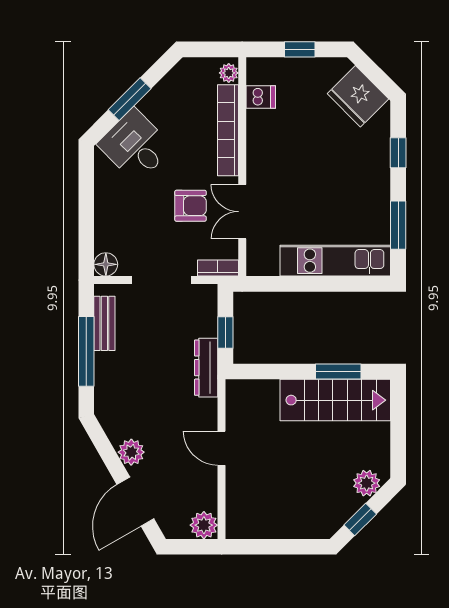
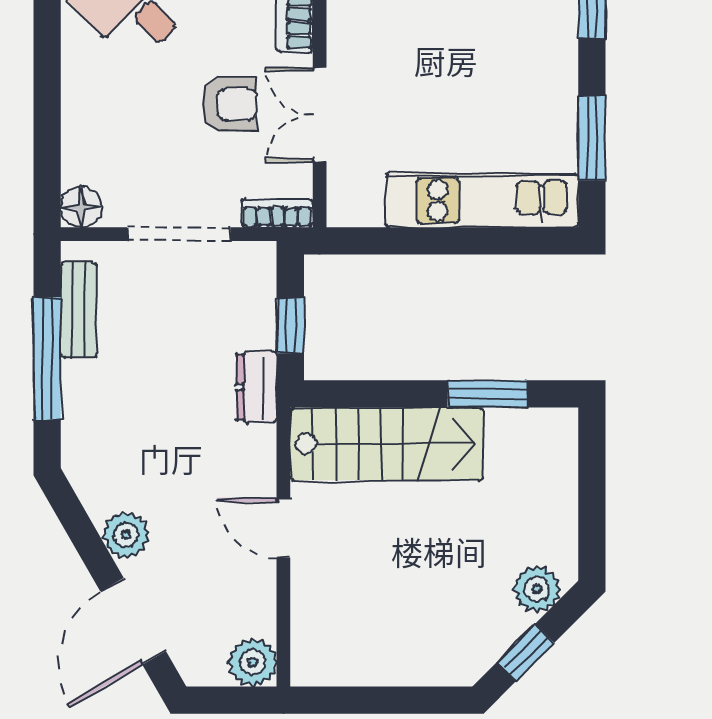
dresser: (206, 368) -> (257, 387), width x0.70
stairs: (335, 400) -> (387, 444), moved

